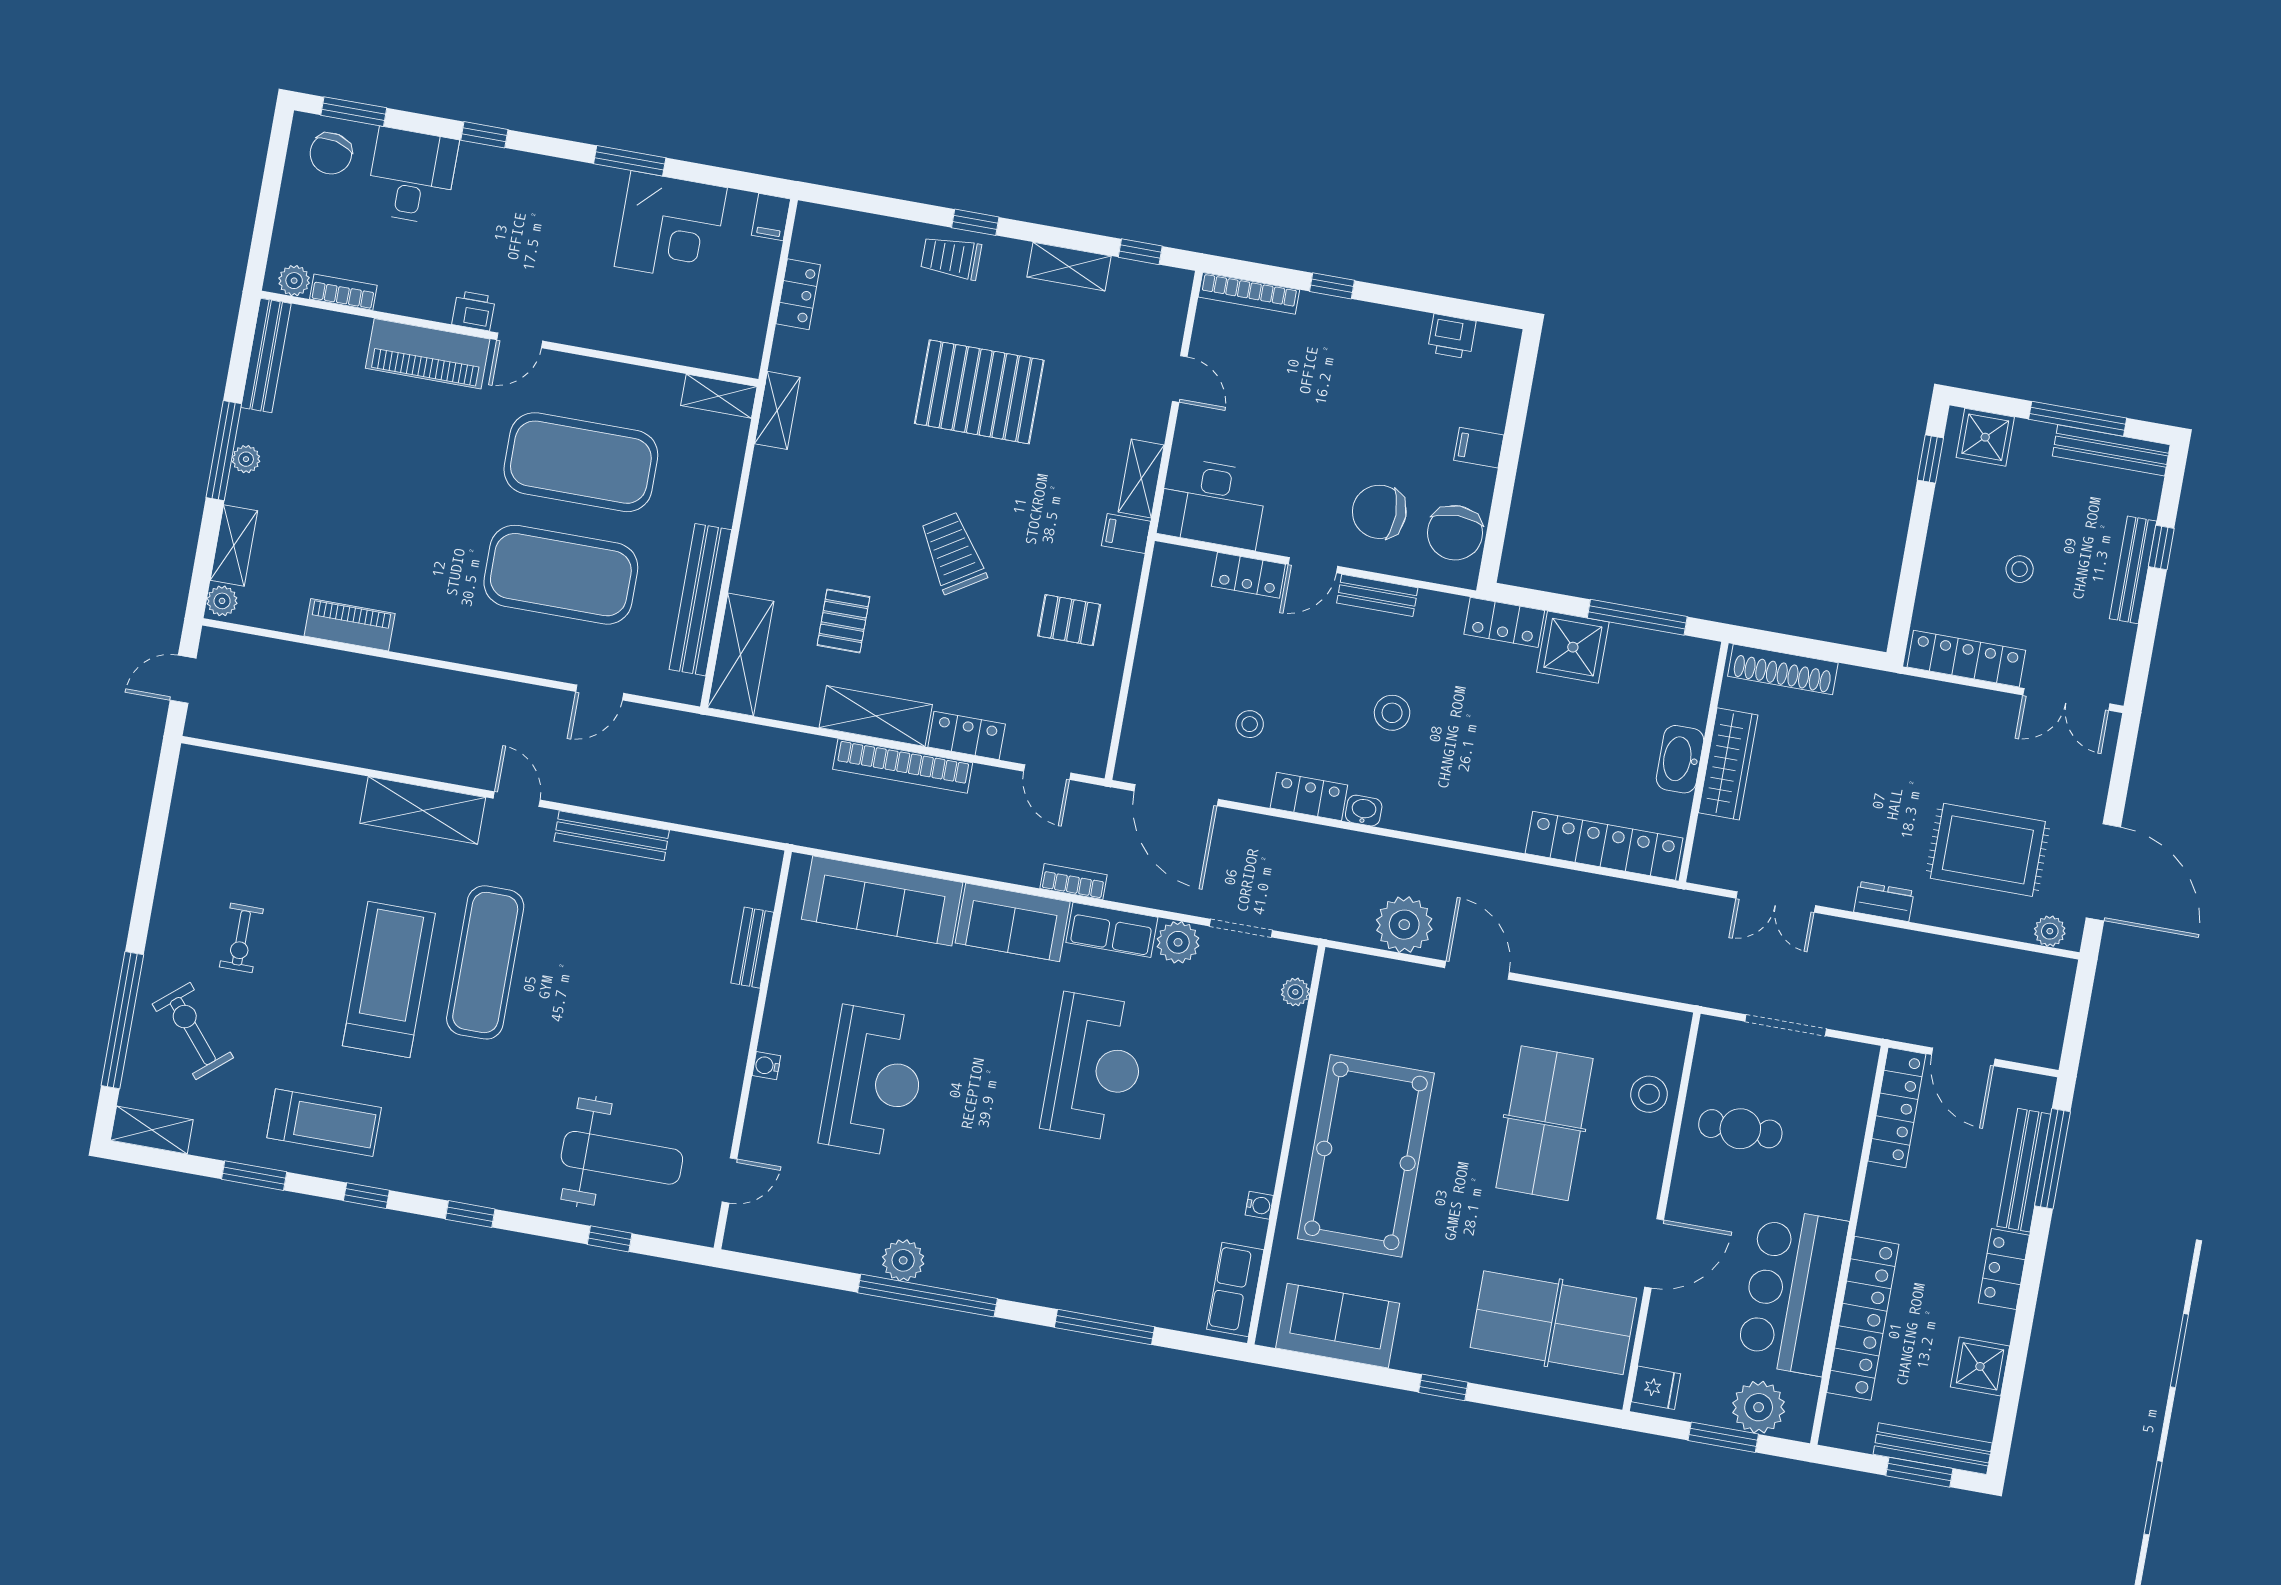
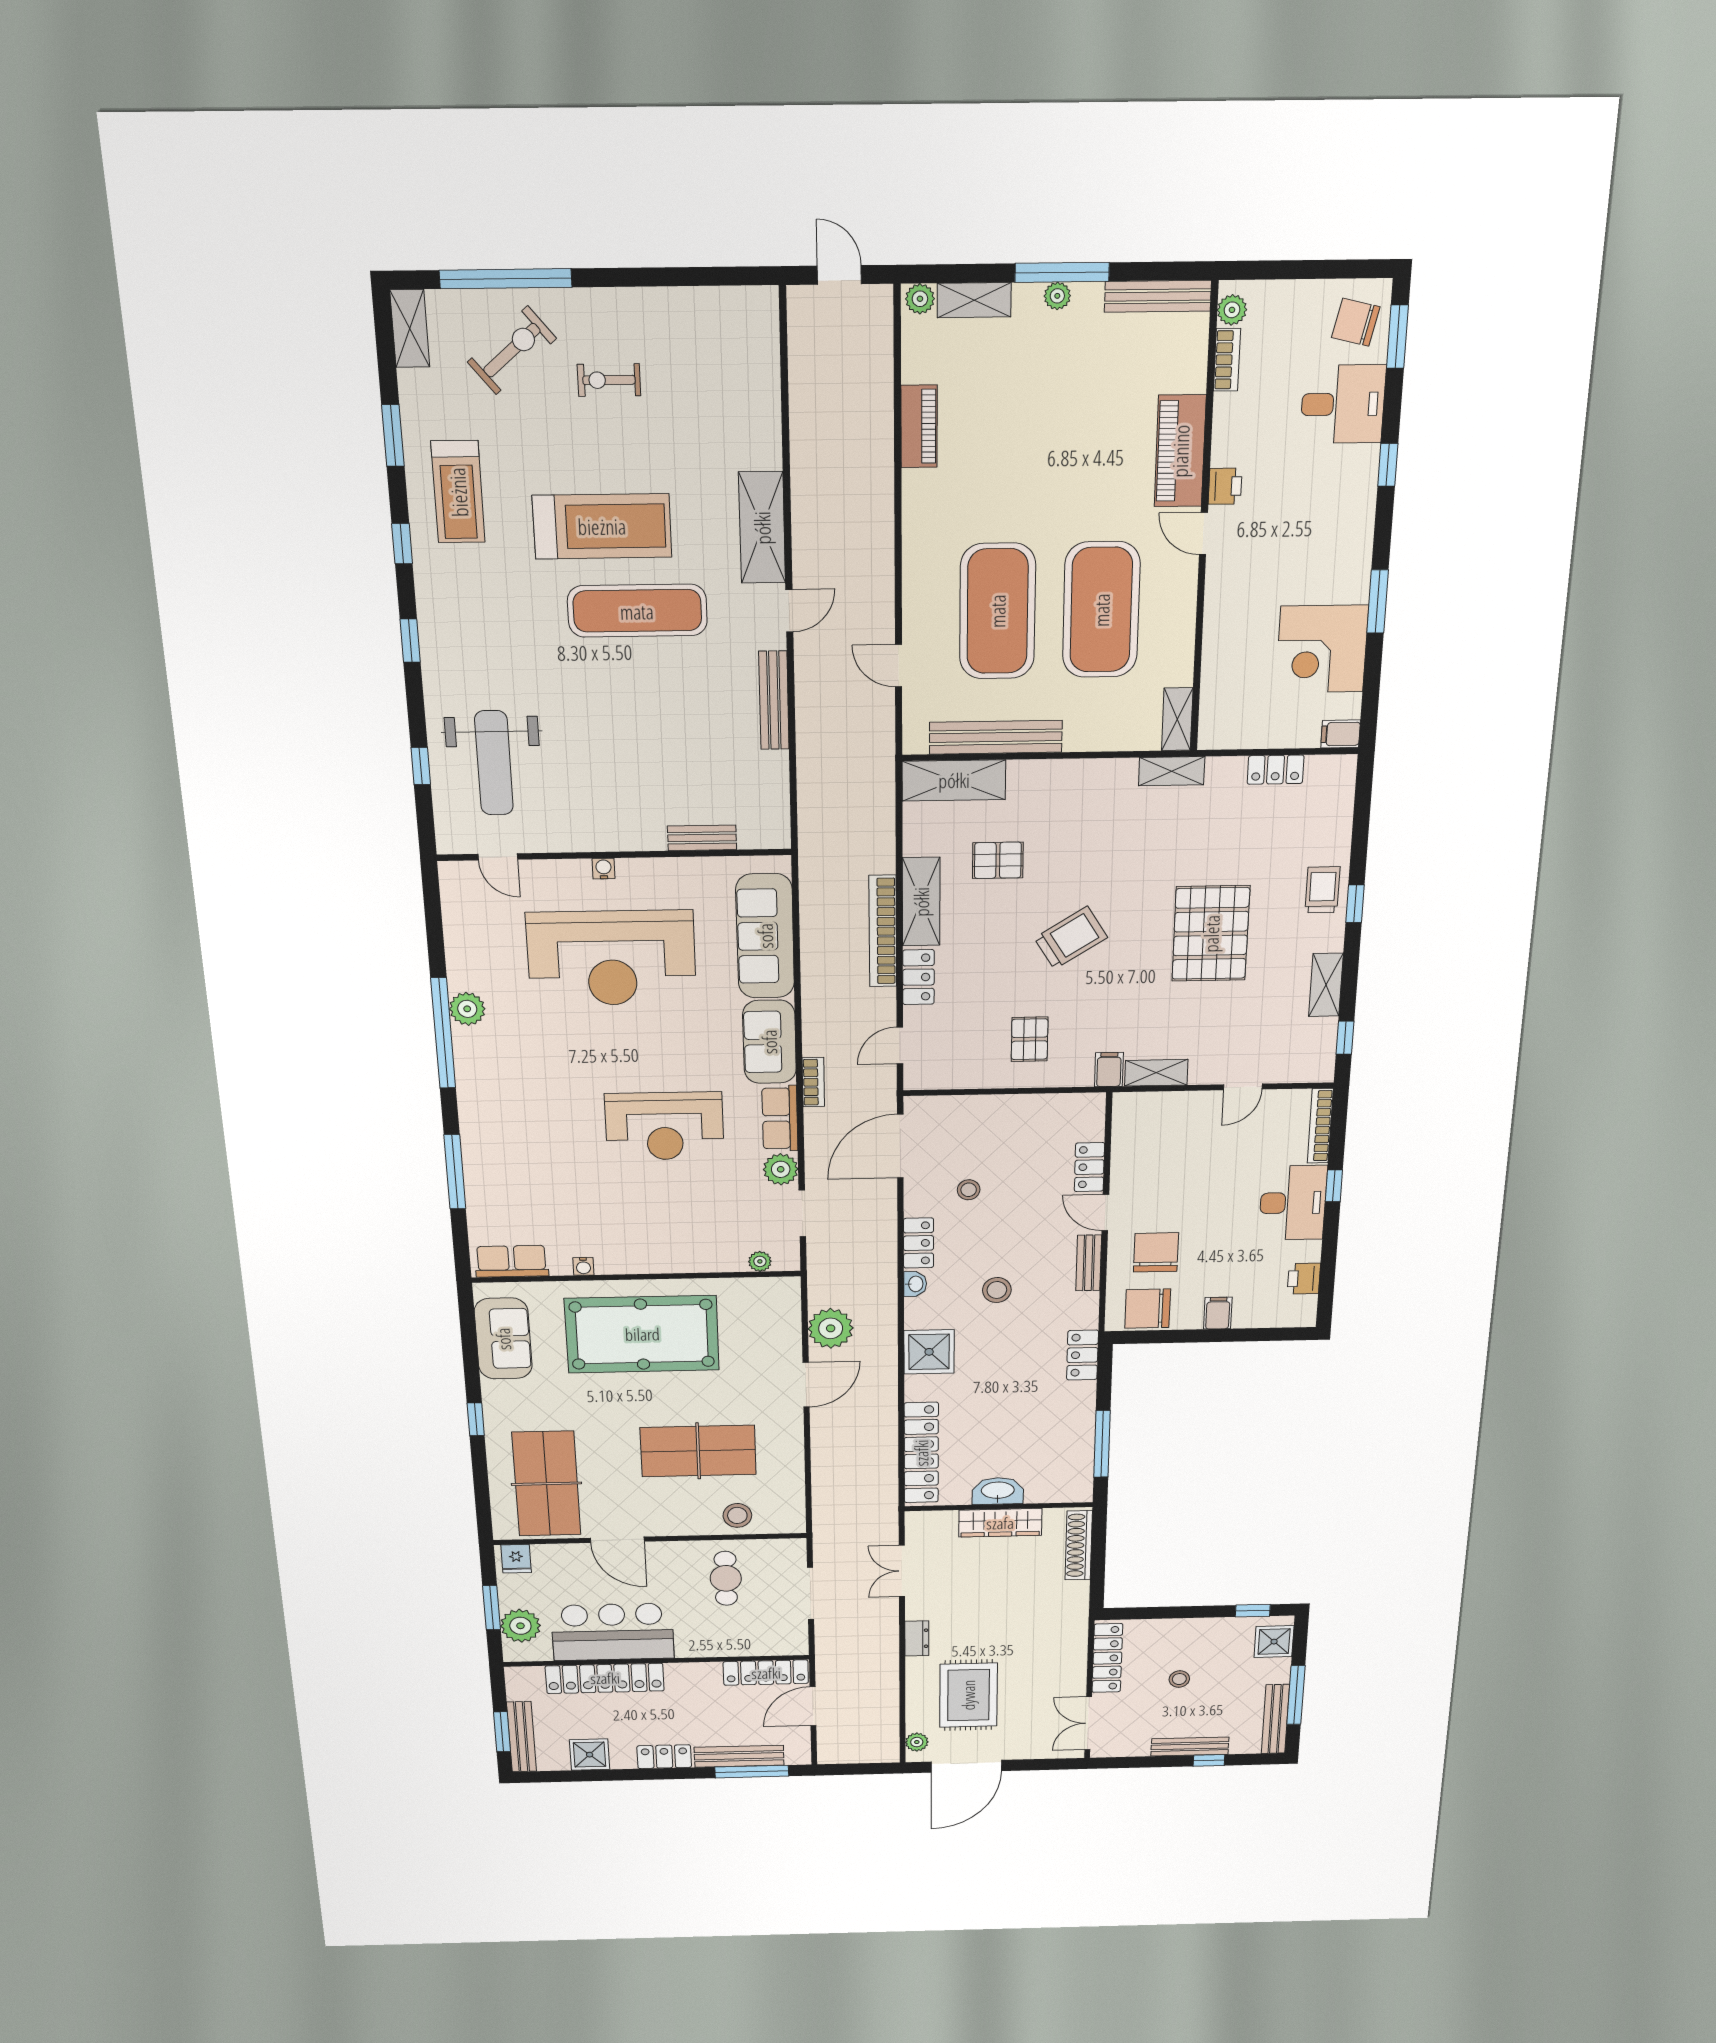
desk: (1213, 503) -> (1293, 1203), moved, turned 180
shower: (1573, 647) -> (929, 1352), moved
reception desk: (874, 1081) -> (611, 958), width x1.36, depth x1.30

